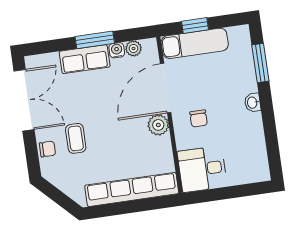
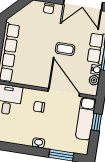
plant: (158, 125) -> (43, 81), removed
coffee table: (76, 138) -> (65, 49), moved

